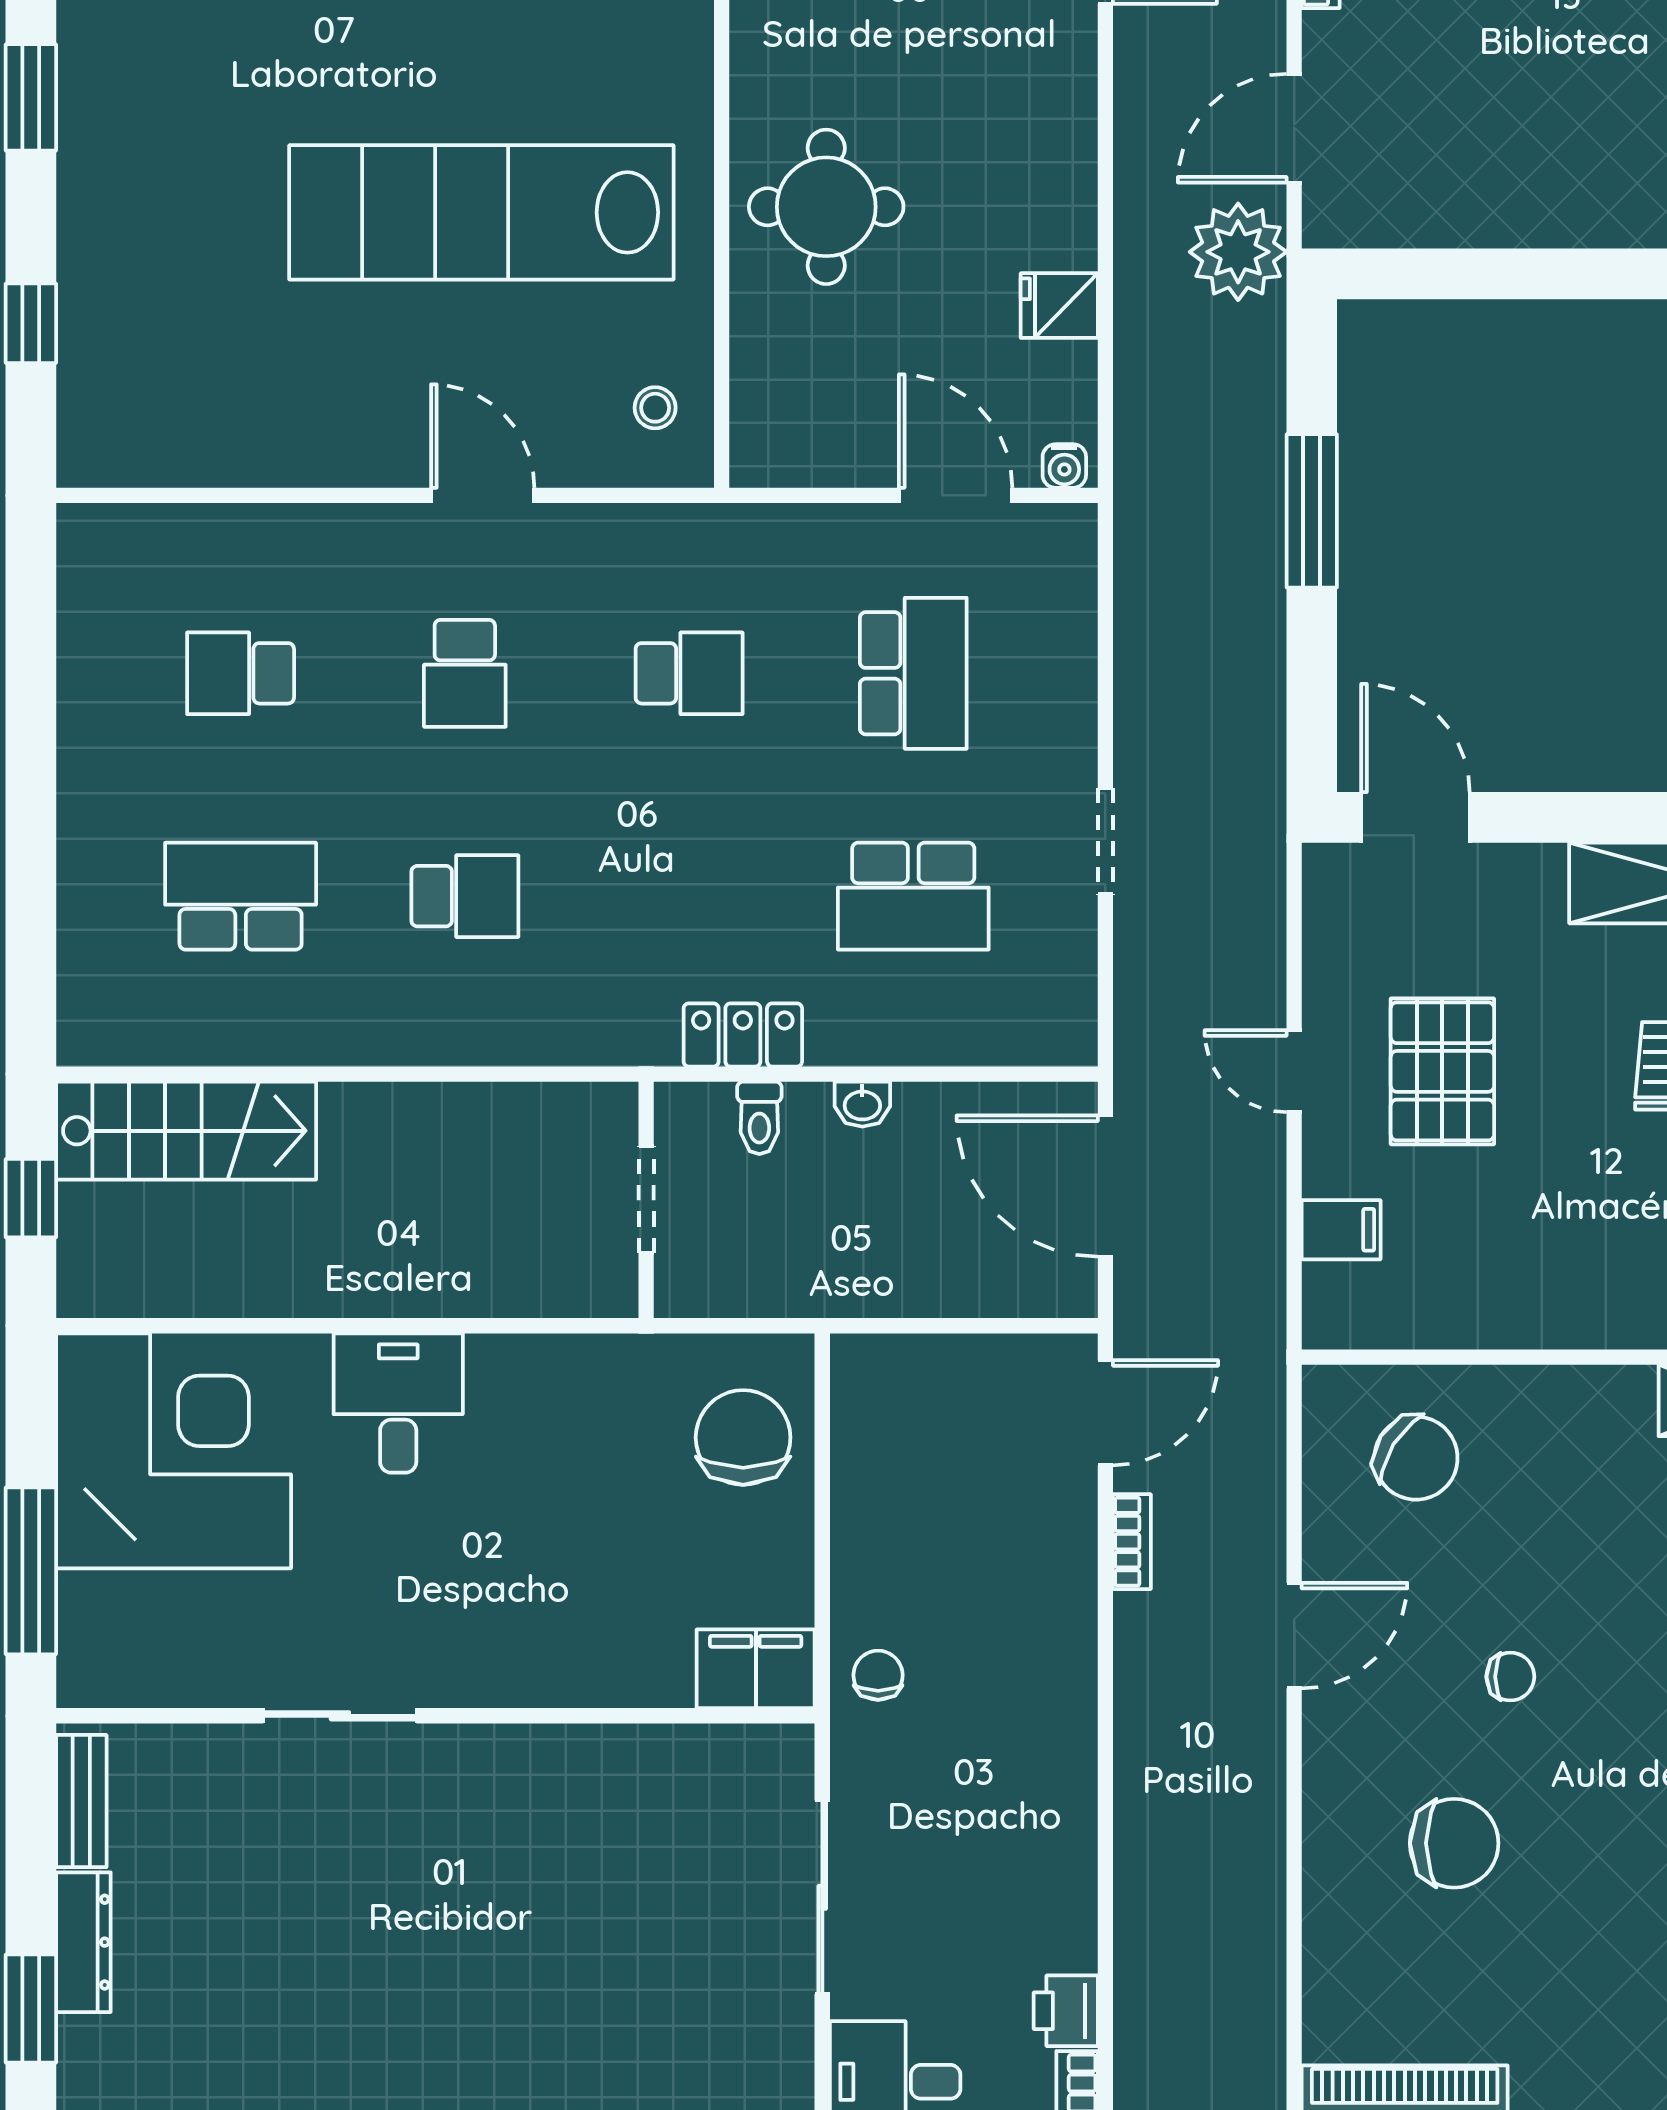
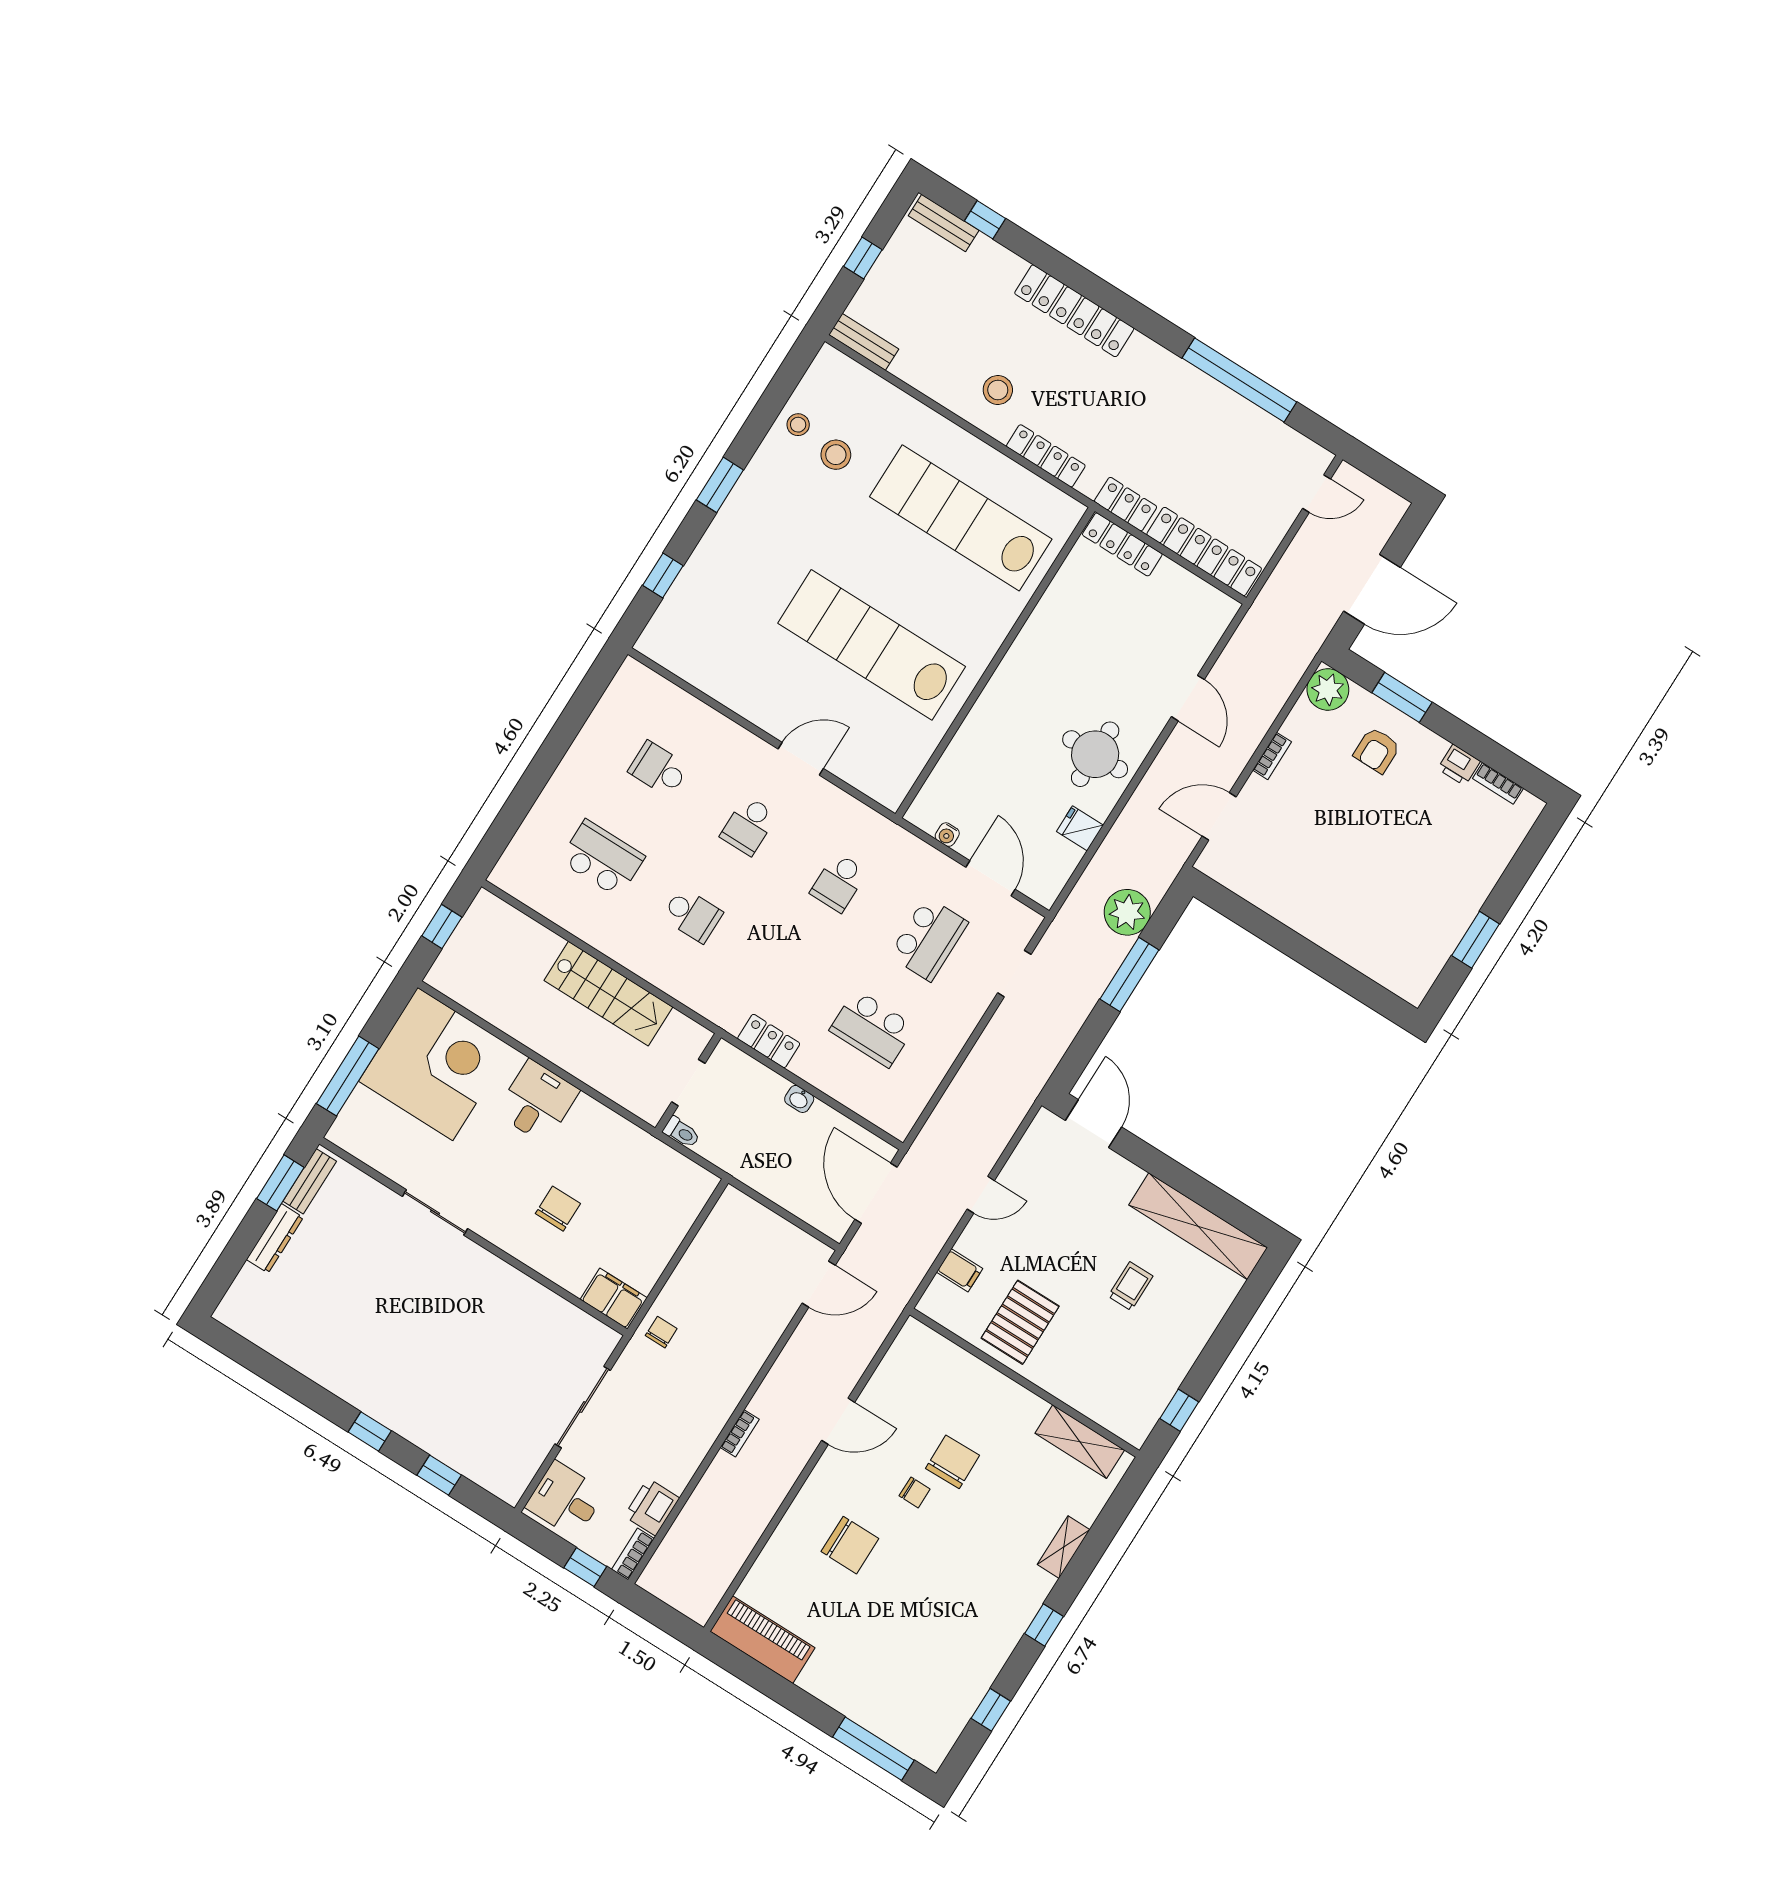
round table: (826, 207) -> (1095, 754), moved
plant: (1238, 252) -> (1127, 912), moved
stool: (655, 408) -> (892, 767), removed
water cooler: (1064, 466) -> (947, 835), moved
door: (483, 495) -> (801, 759), hinge flipped
school desk: (689, 673) -> (839, 882), turned 90
doorway: (1105, 841) -> (1014, 974), moved
door: (1294, 1071) -> (981, 1195), swing flipped
pallet: (1442, 1071) -> (1020, 1322), moved
toilet: (759, 1118) -> (682, 1132), moved, turned -90
stairs: (186, 1131) -> (608, 994), moved
chair: (743, 1437) -> (558, 1209), moved, width x0.73, depth x0.73
chair: (1416, 1458) -> (953, 1462), moved, turned -123
bookcase: (1132, 1542) -> (740, 1433), moved
window: (31, 2009) -> (280, 1183), moved
printer: (1066, 2011) -> (652, 1507), width x1.36, depth x1.24

